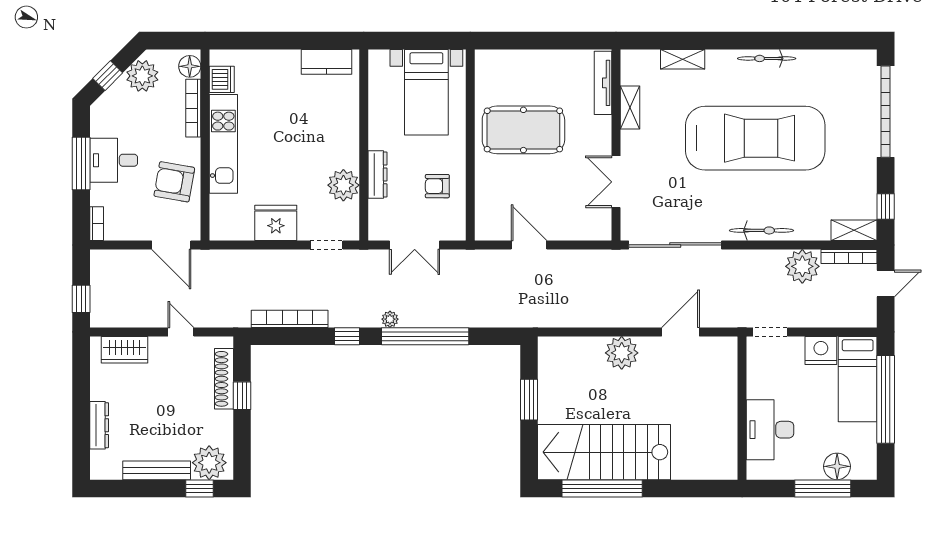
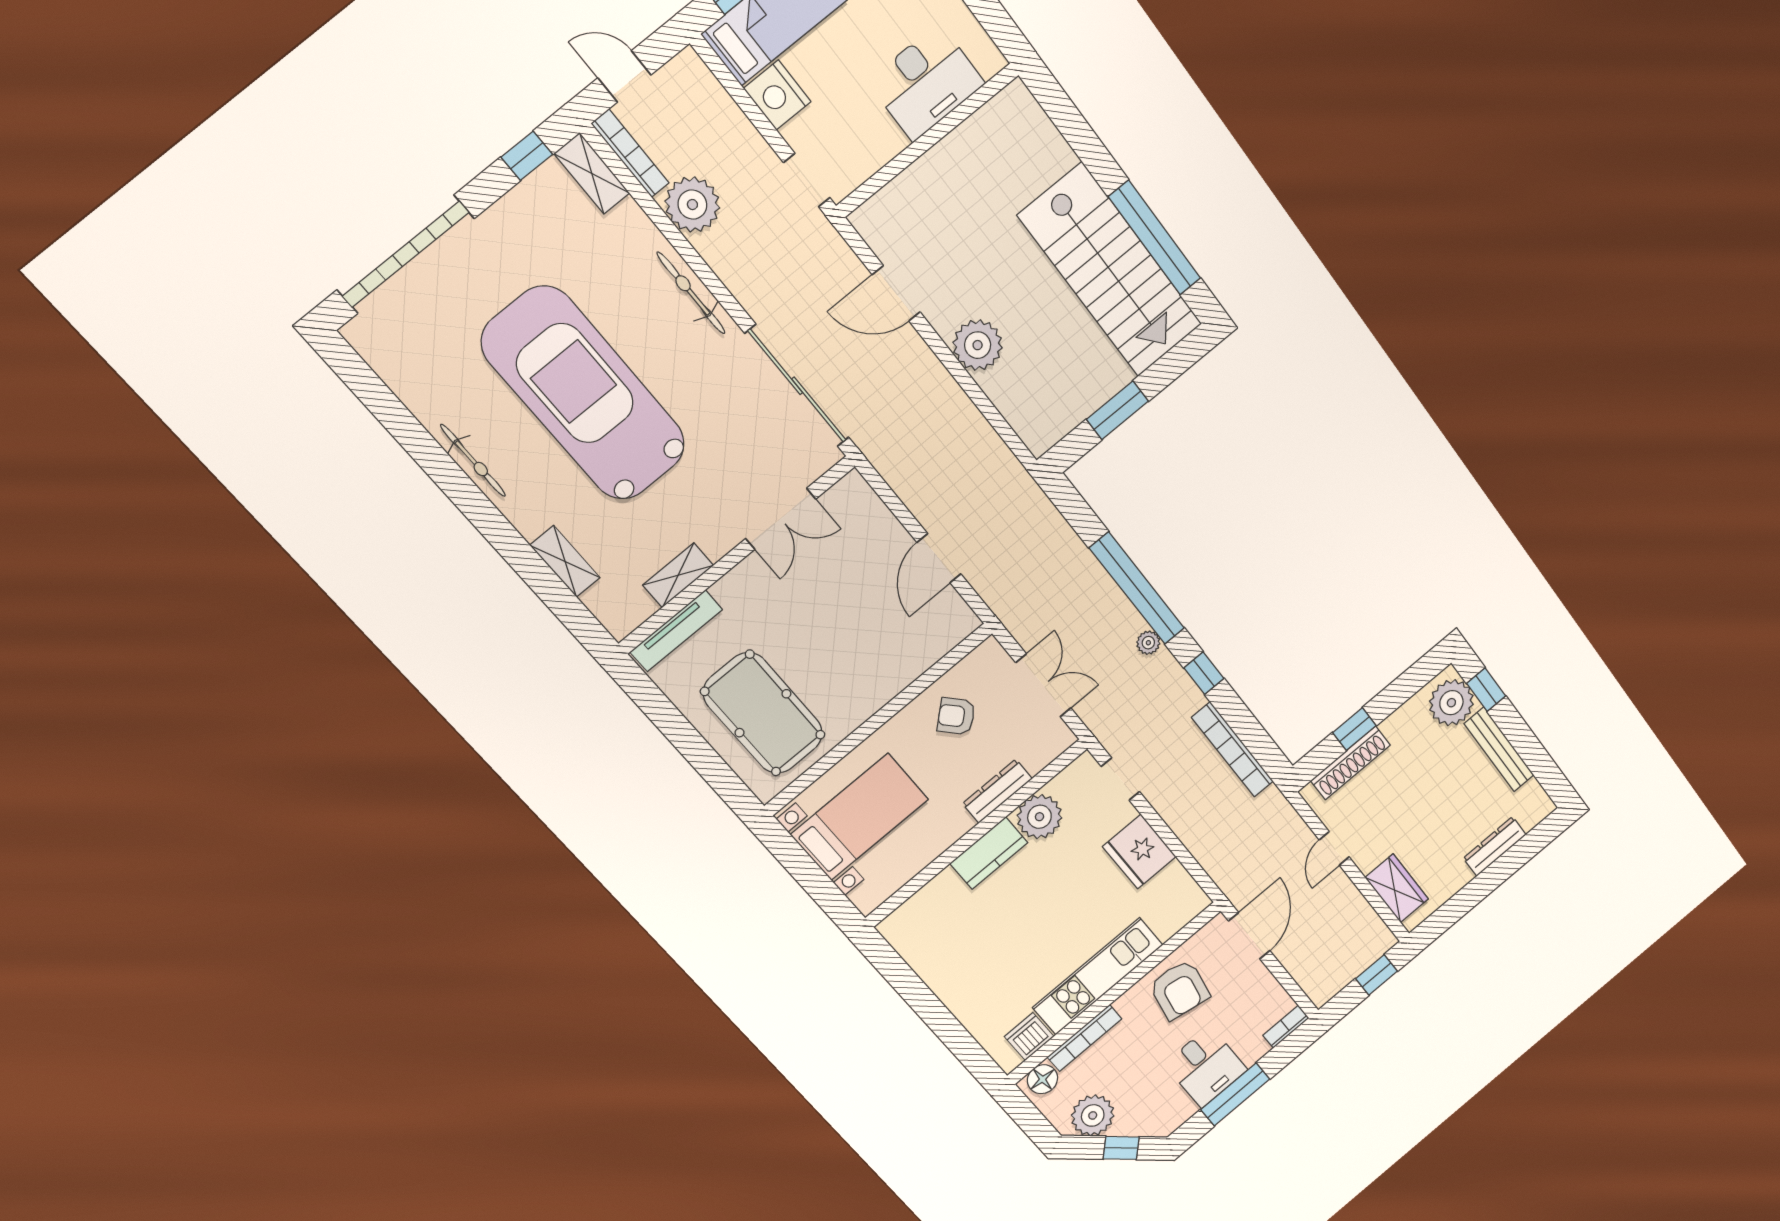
kitchen counter: (326, 62) -> (989, 853), moved, turned 90
pool table: (523, 130) -> (763, 713), moved
armchair: (437, 186) -> (956, 716), turned 138

